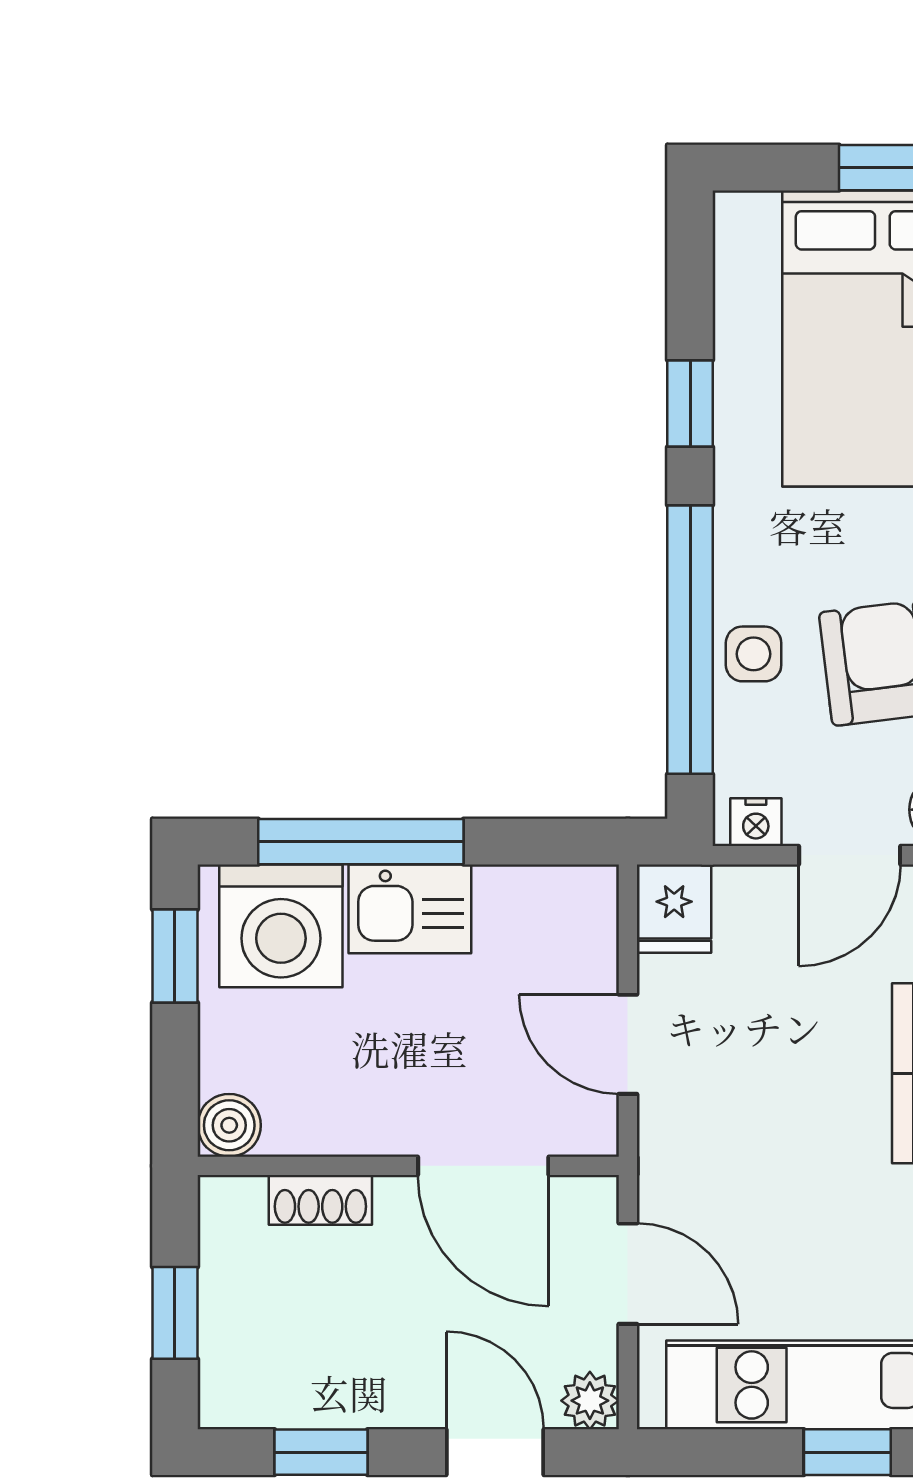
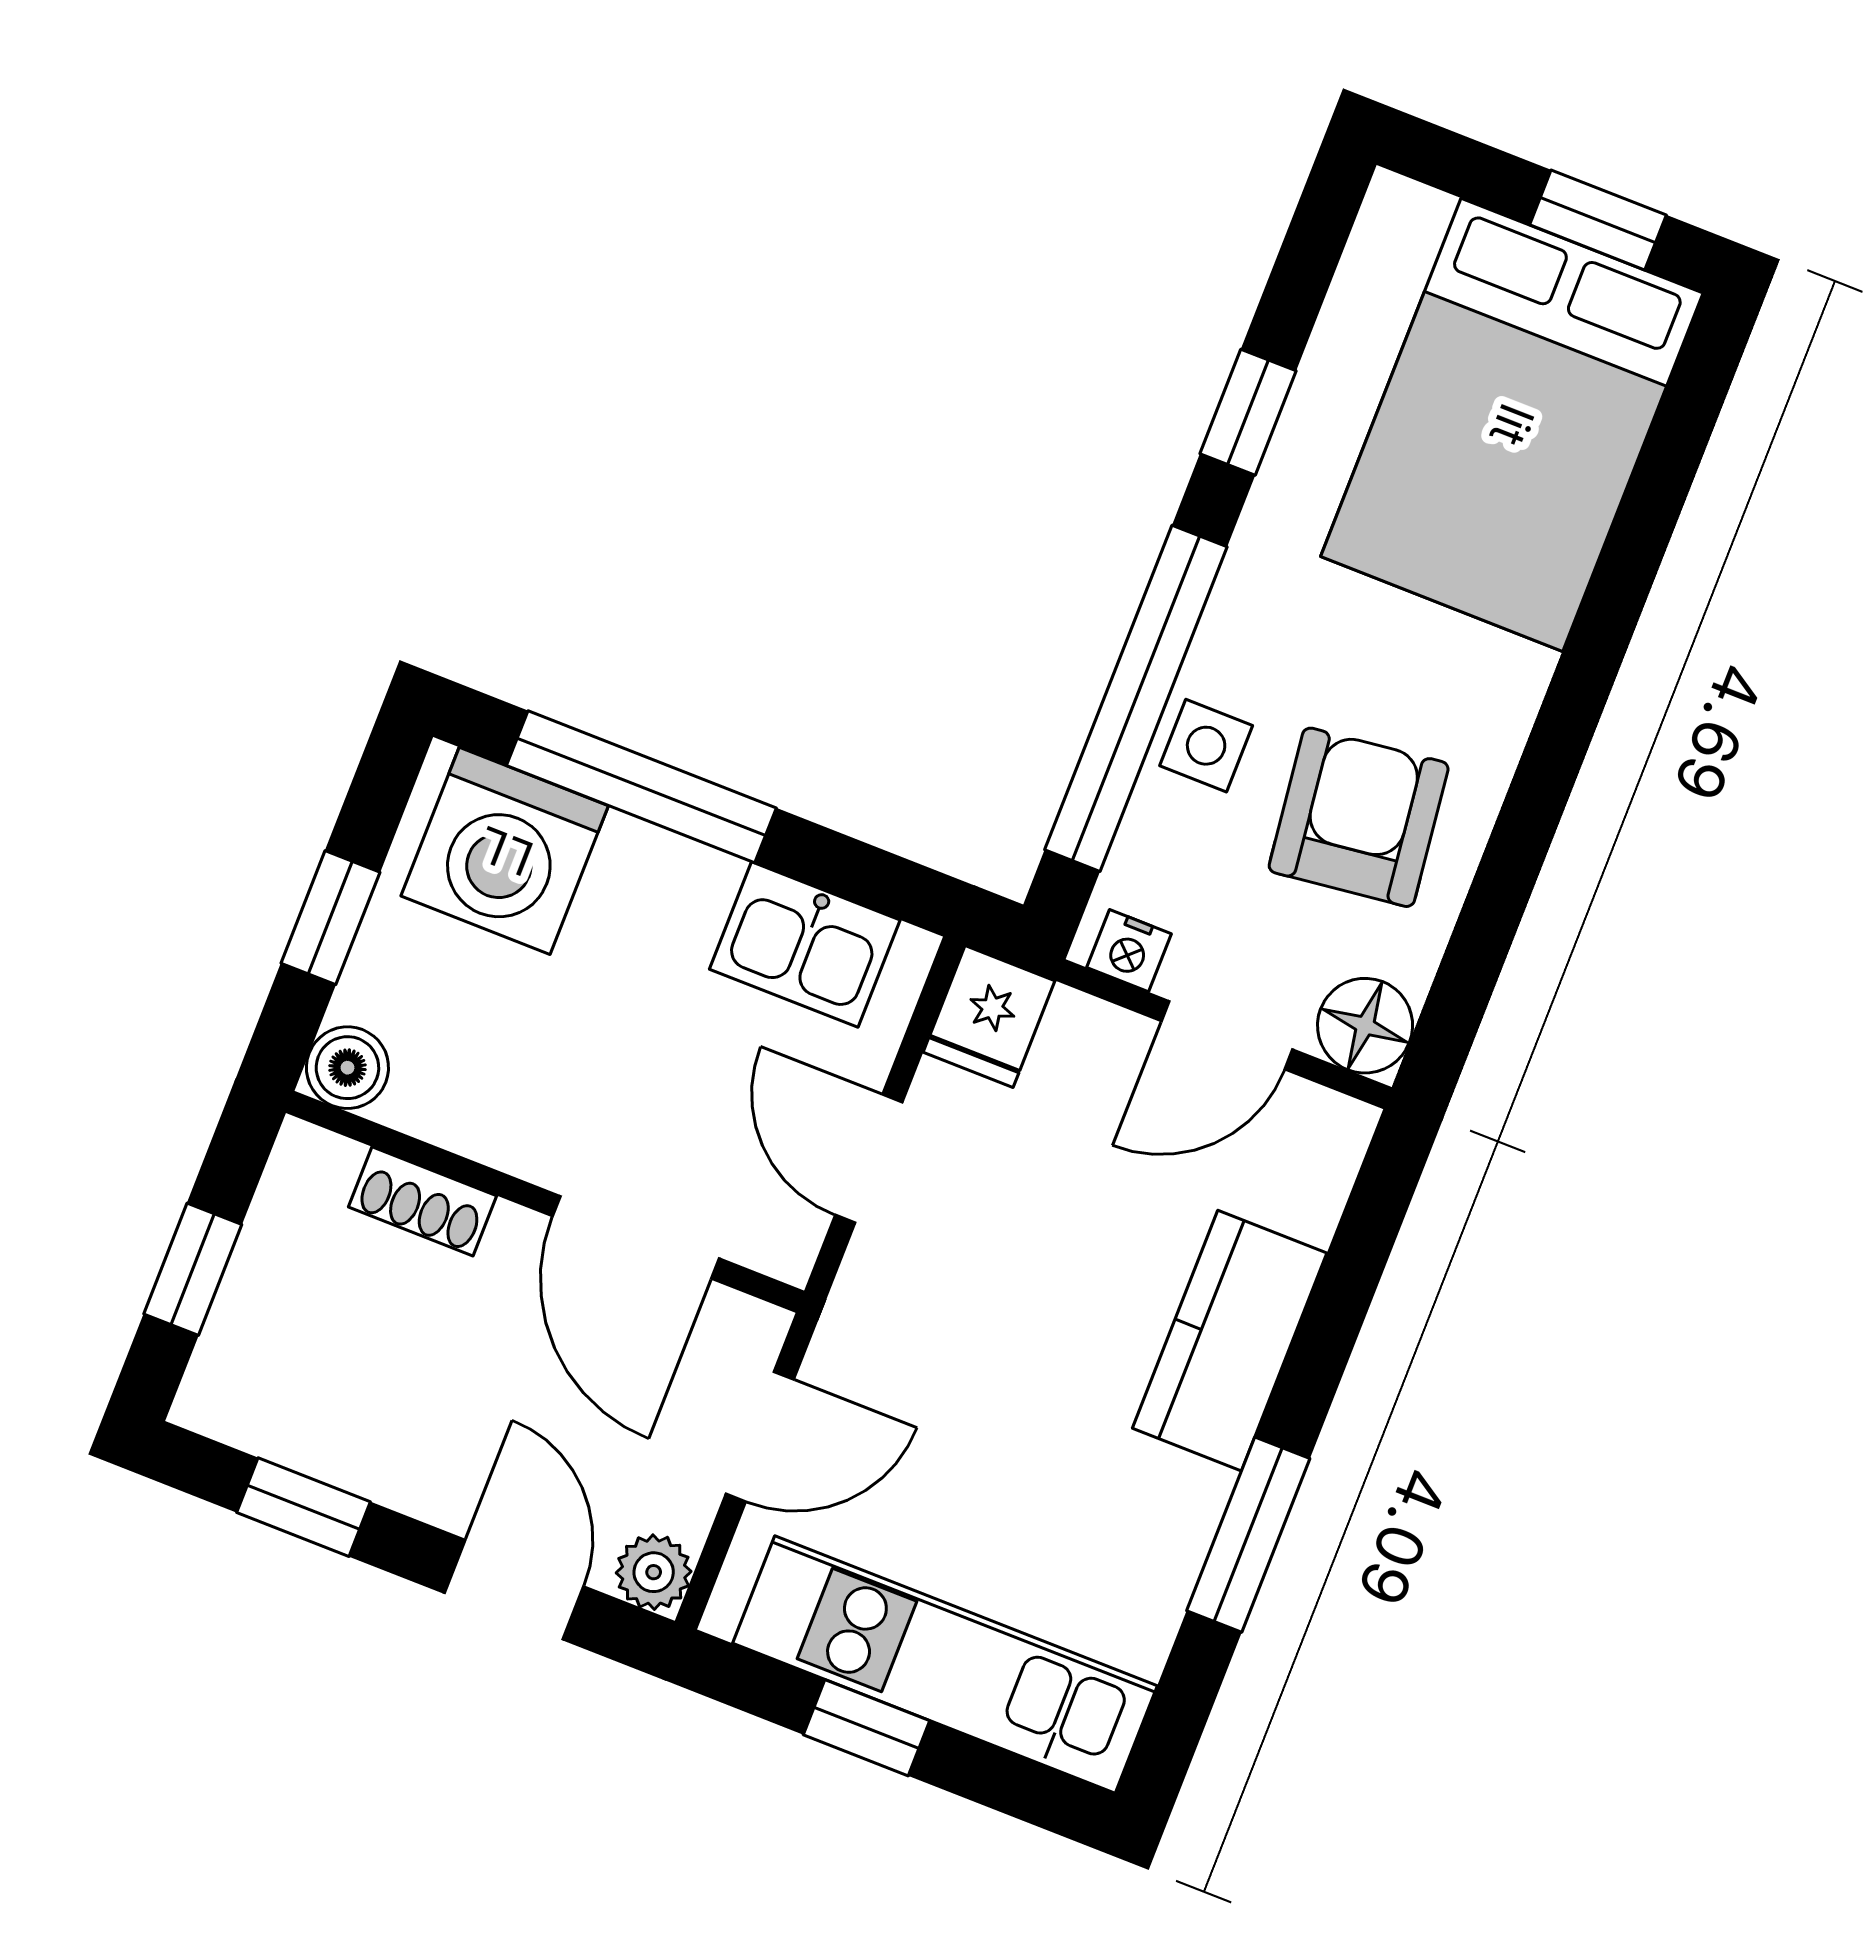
kitchen sink: (410, 909) -> (805, 945), moved
window: (175, 956) -> (330, 918), moved
door: (628, 1274) -> (760, 1437), hinge flipped
window: (847, 1452) -> (866, 1728), moved

